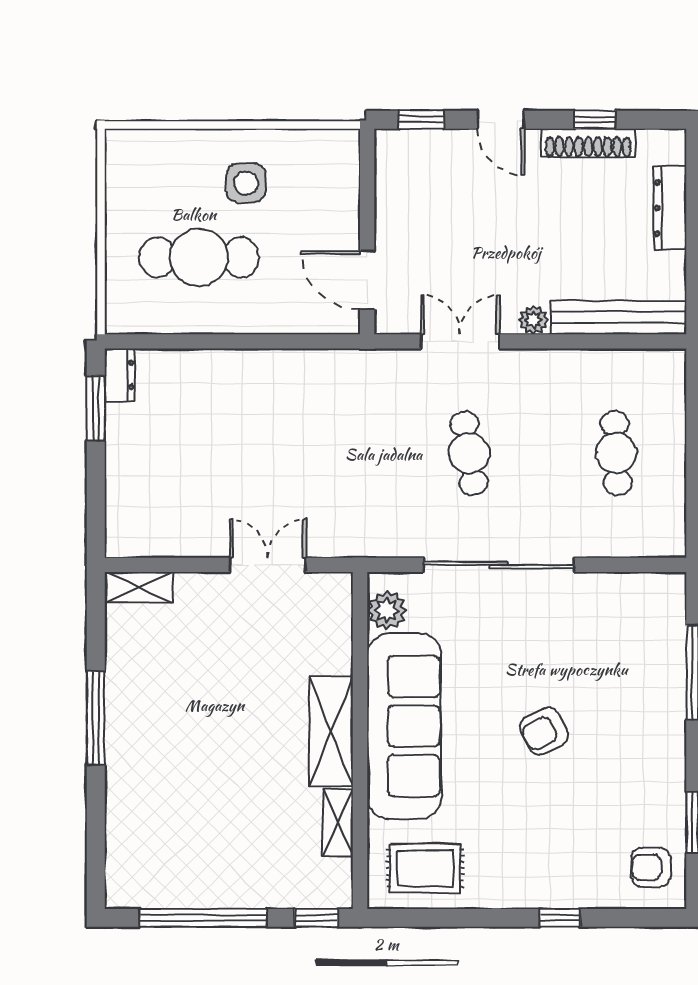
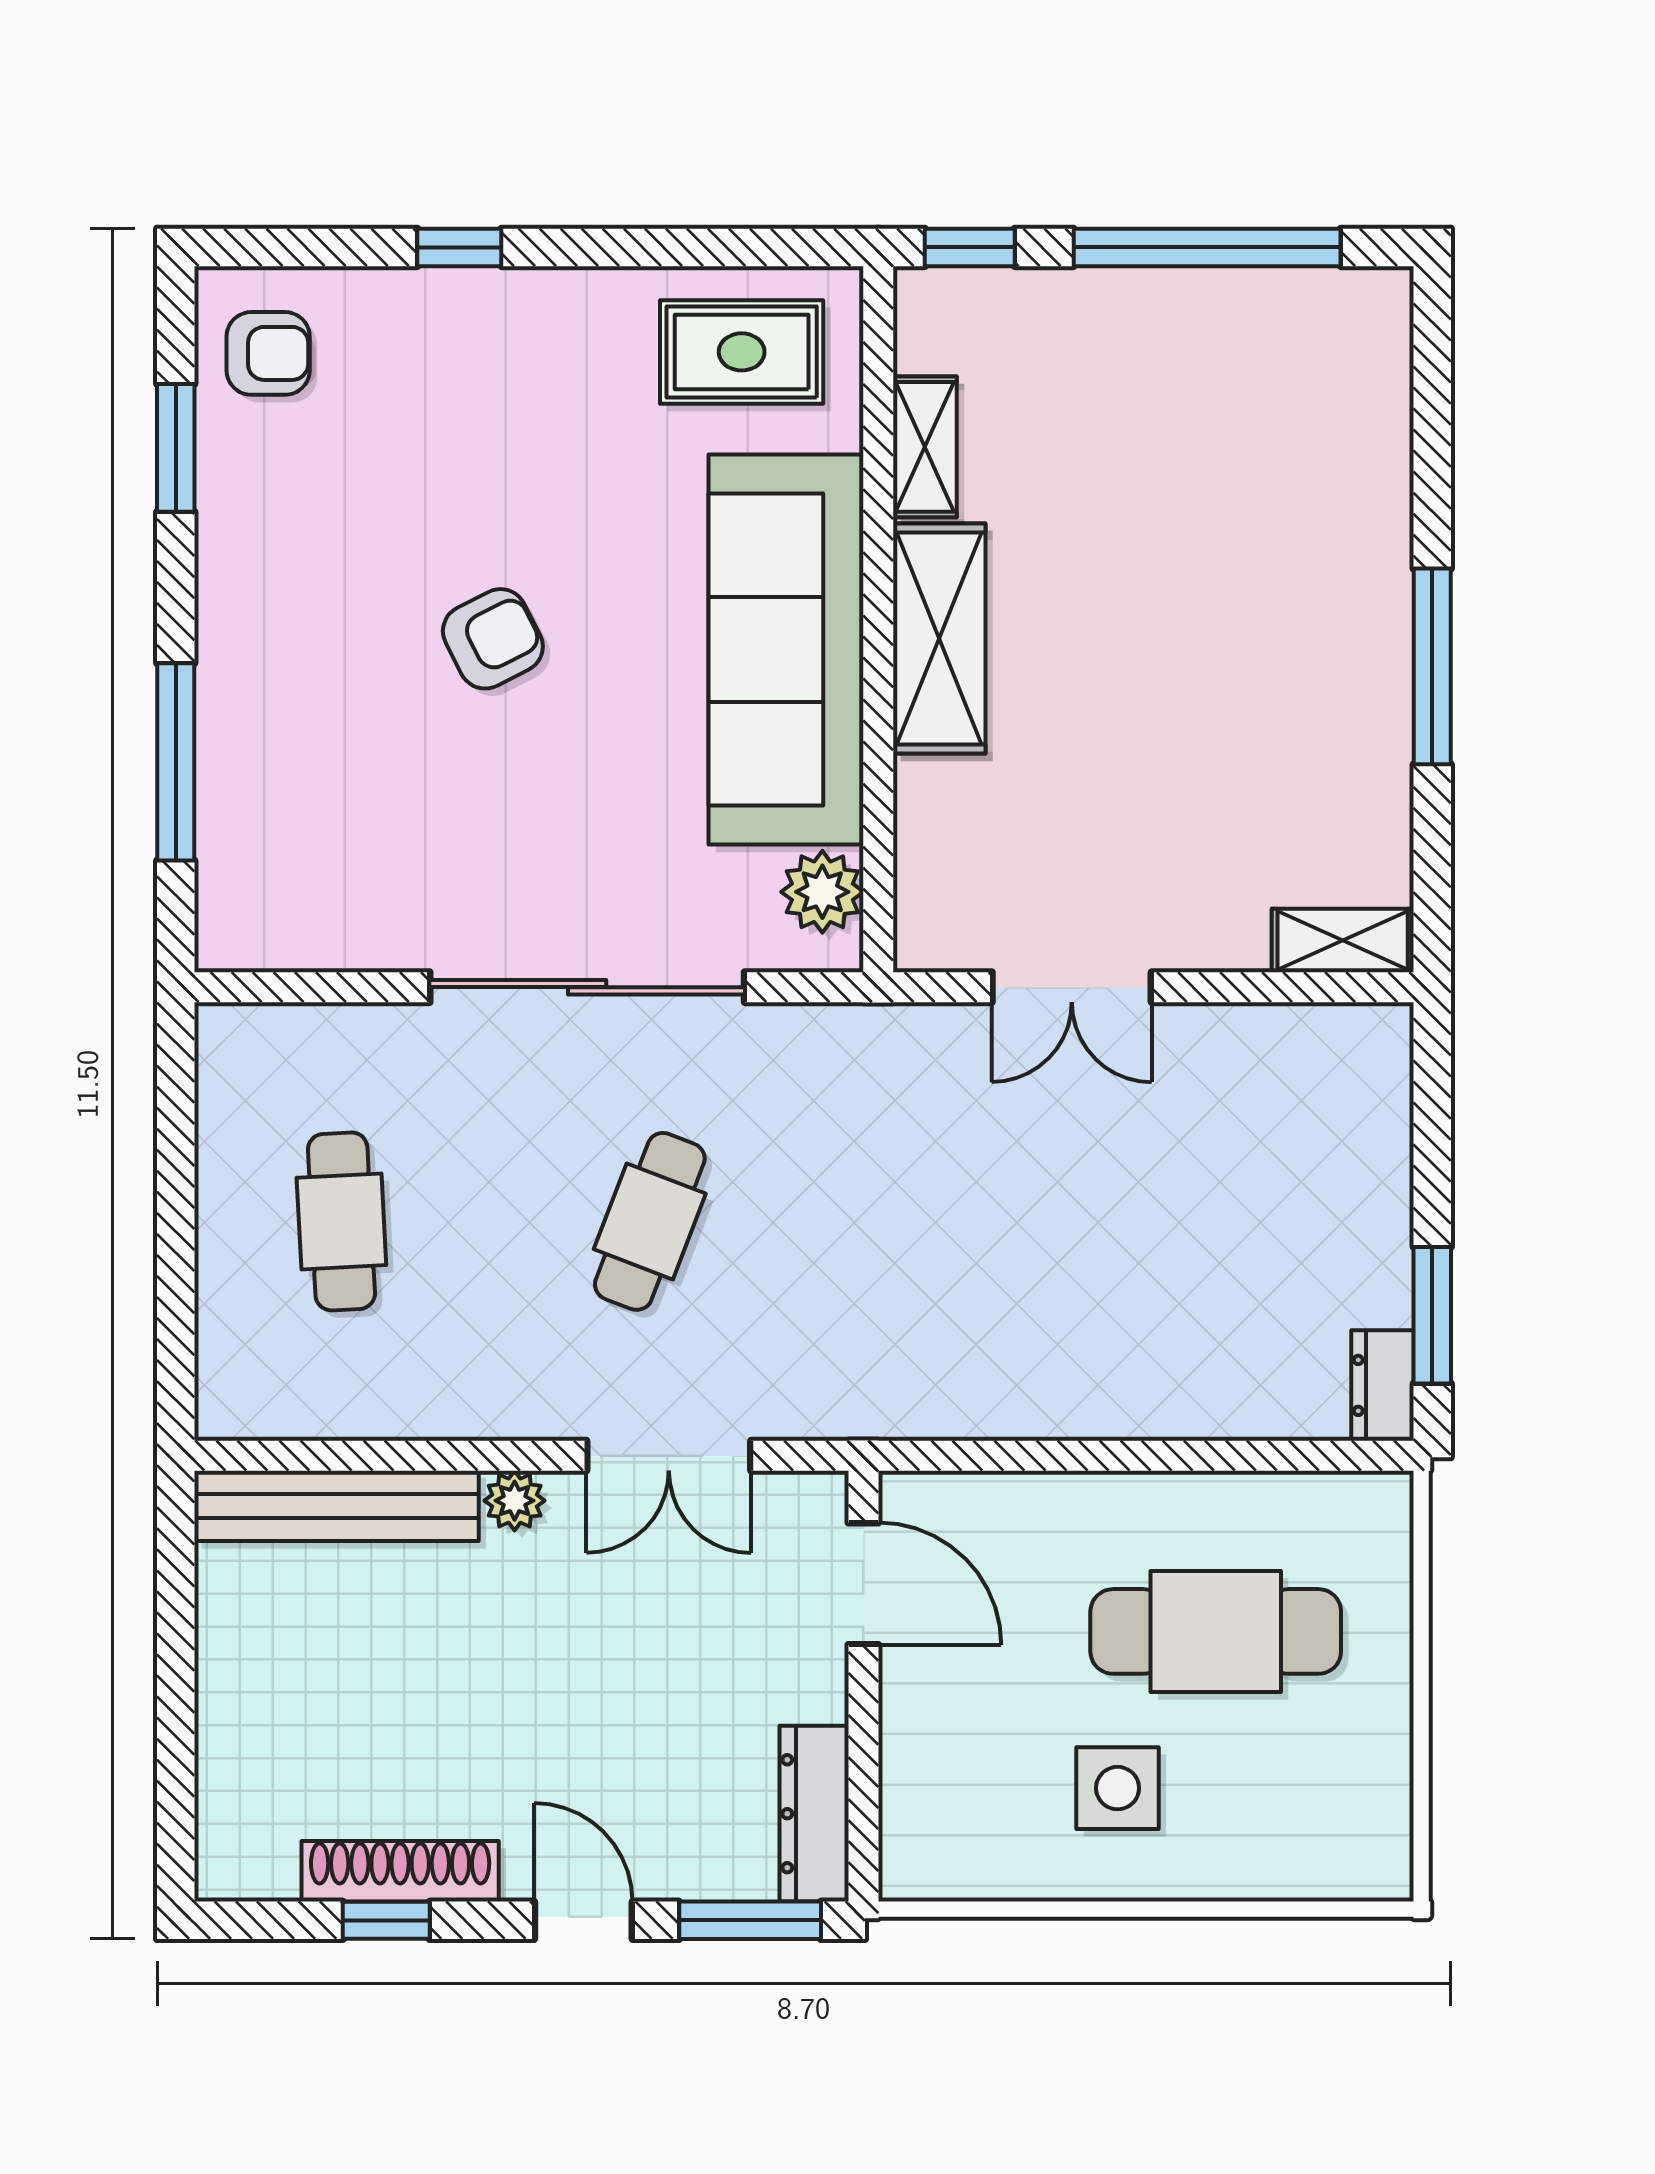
window: (421, 120) -> (750, 1920), width x1.50
dresser: (670, 208) -> (814, 1814), moved, turned 180
cafe table: (469, 453) -> (650, 1221), turned 30

